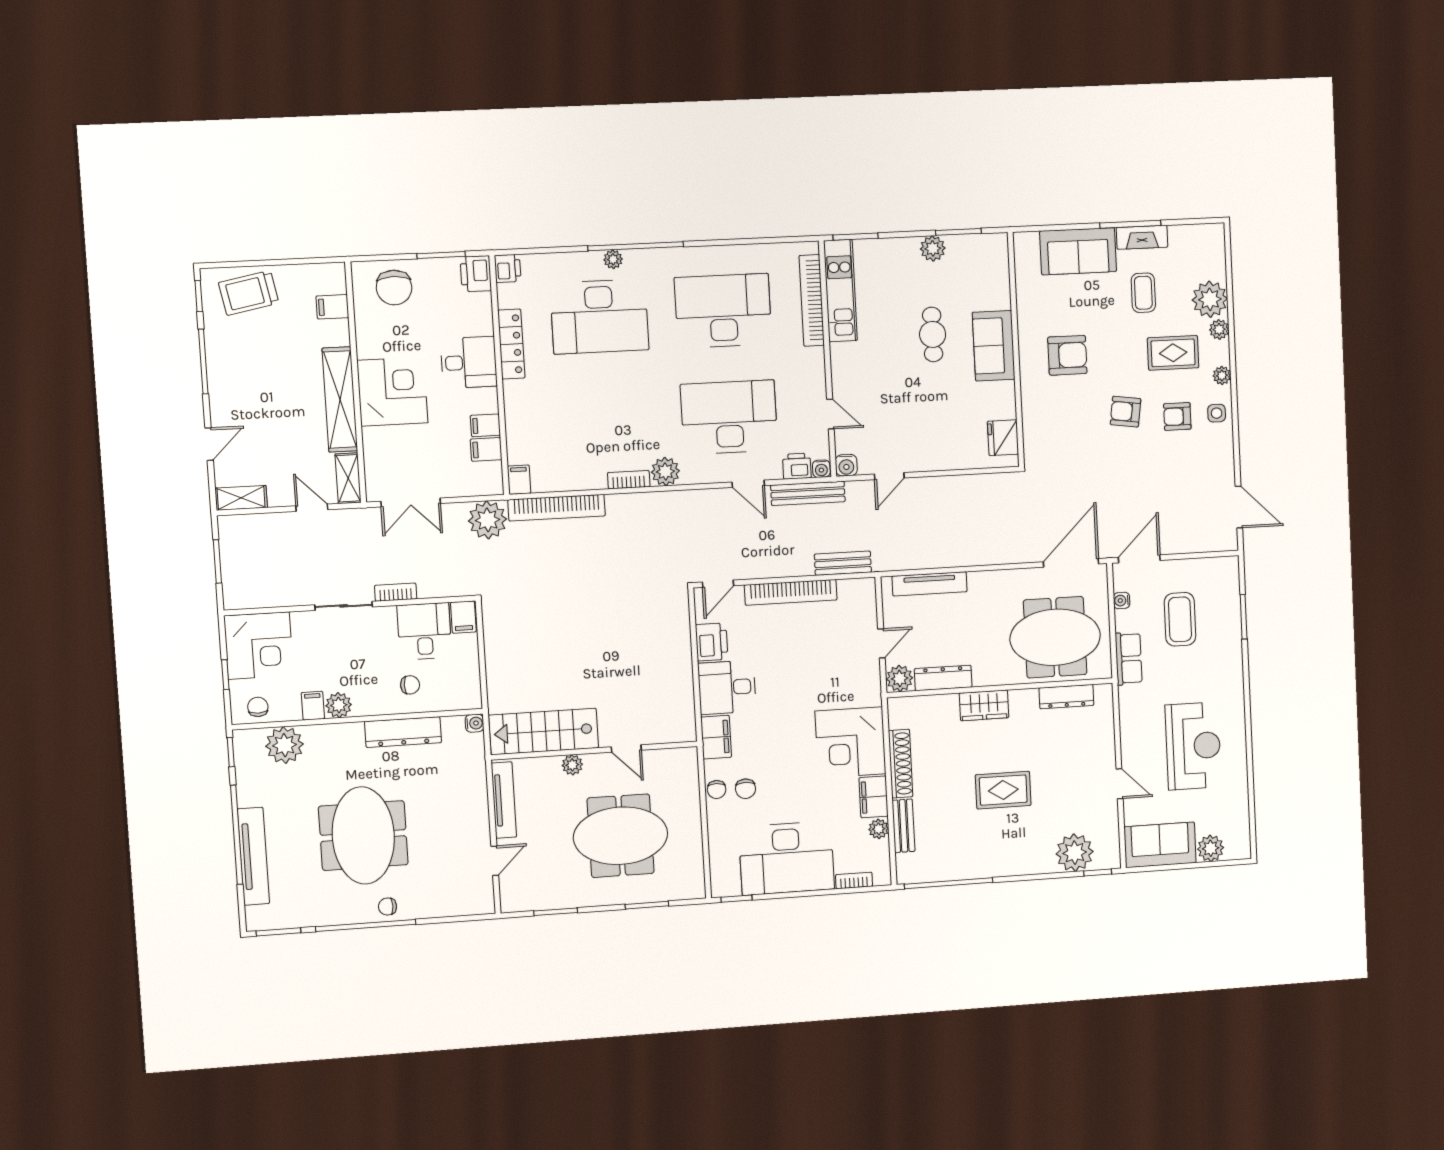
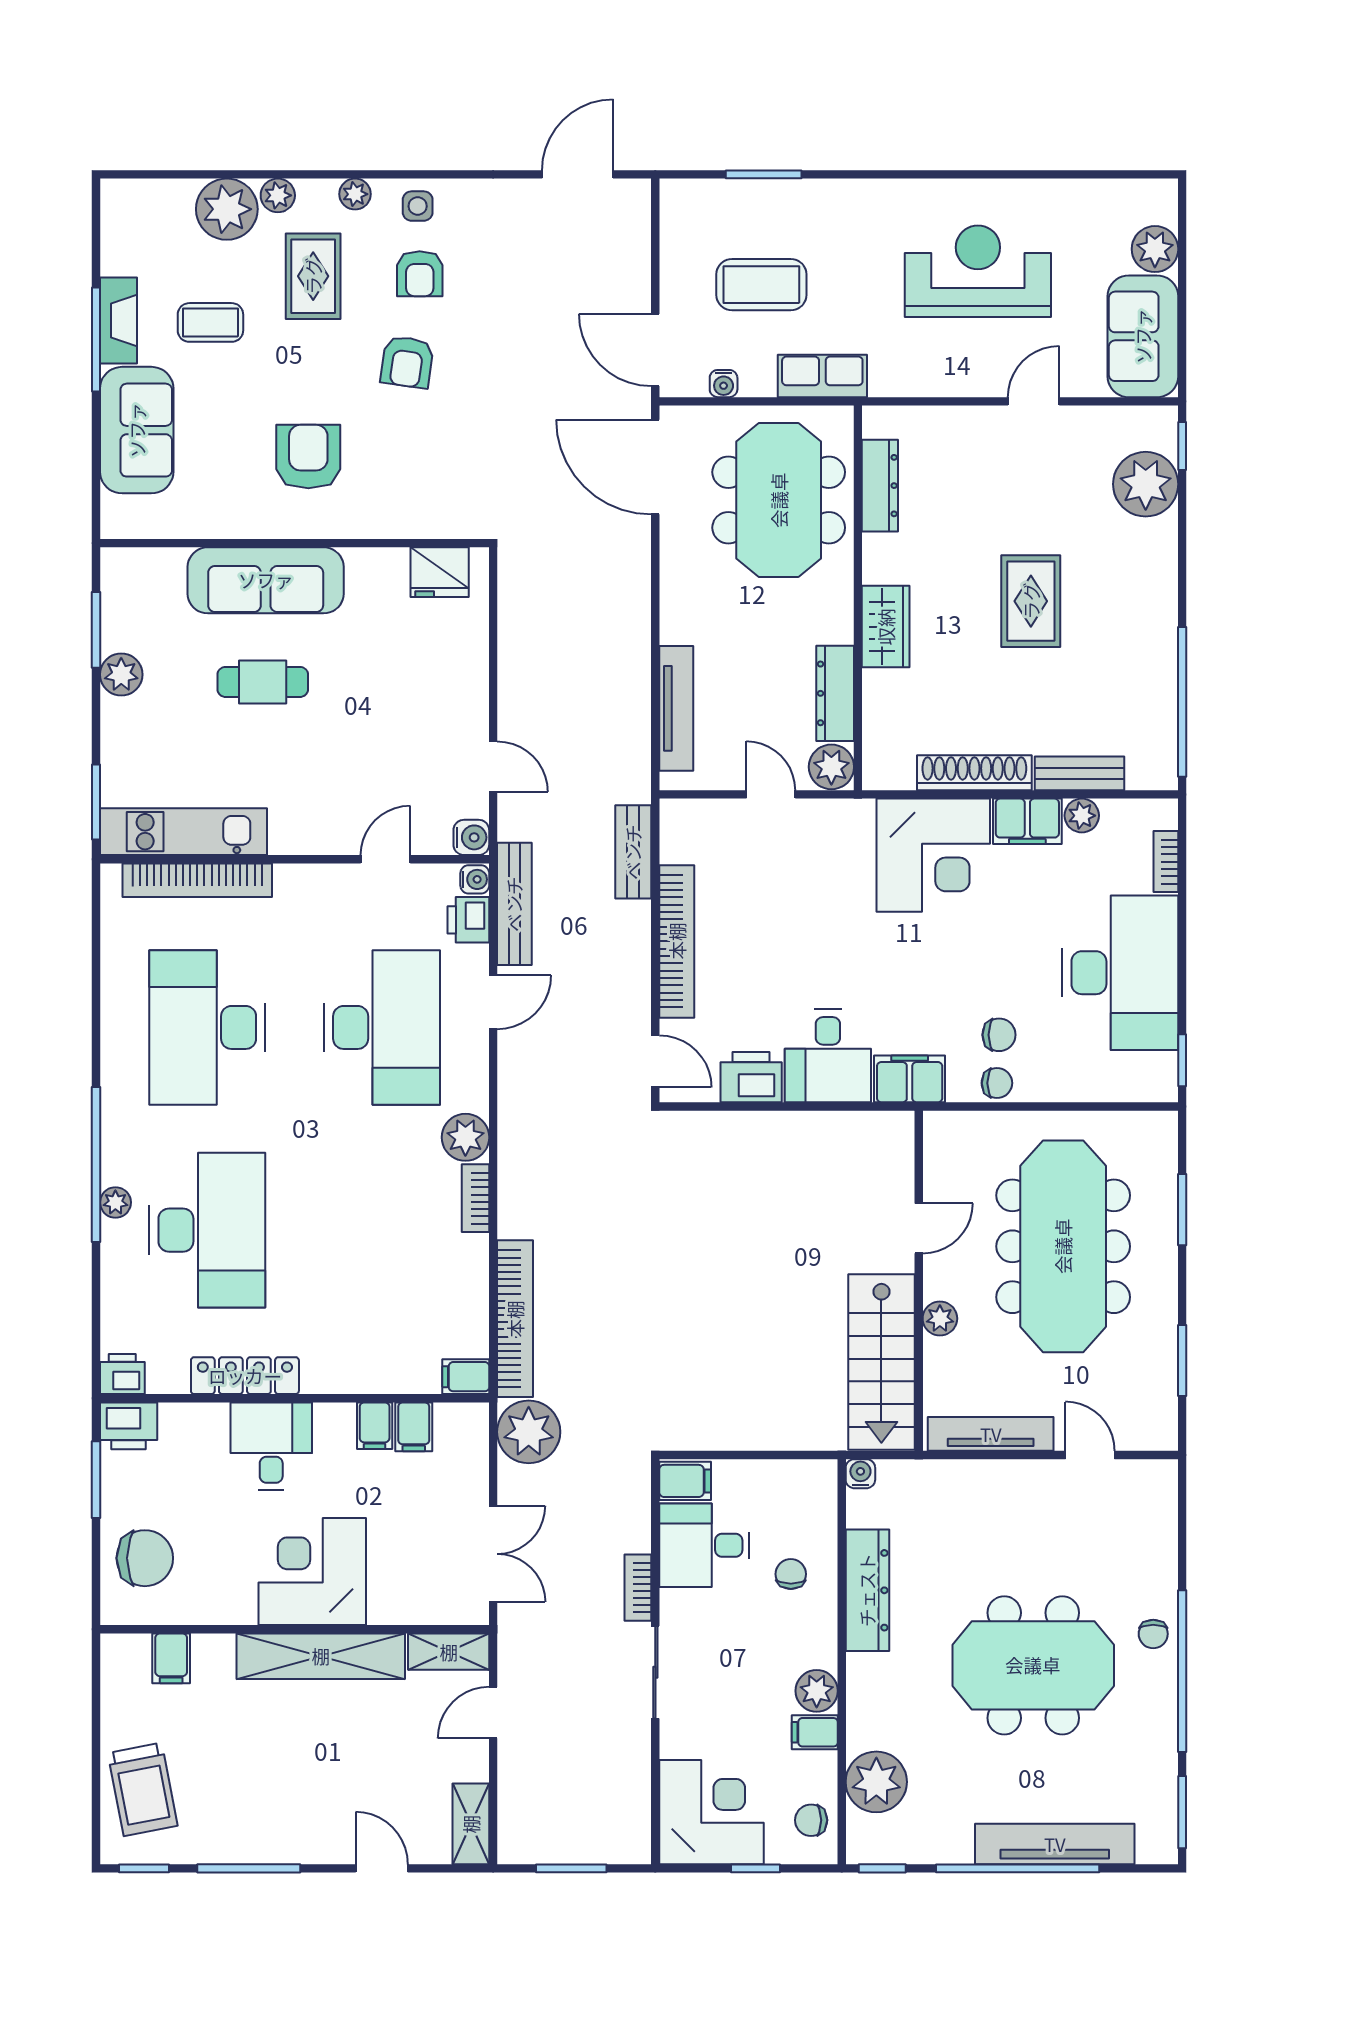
sofa: (994, 346) -> (266, 580), width x1.36
desk: (729, 417) -> (382, 1027), turned 180
meeting table: (621, 836) -> (1063, 1246), width x1.36

